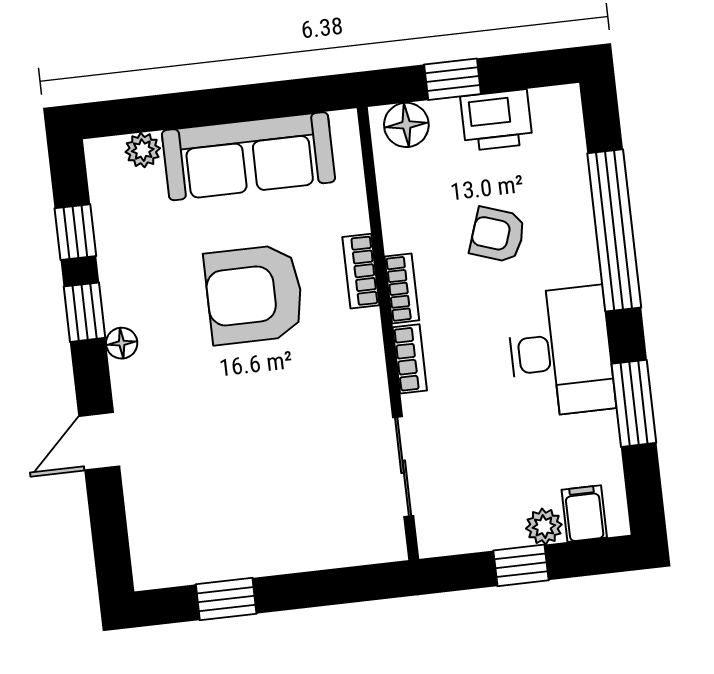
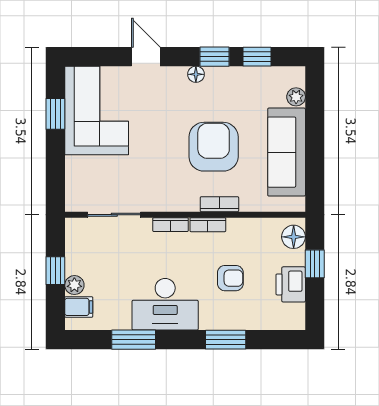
window: (614, 230) -> (226, 340), width x0.47
armchair: (498, 235) -> (230, 278), turned 71
corner sofa: (211, 522) -> (97, 111), added

